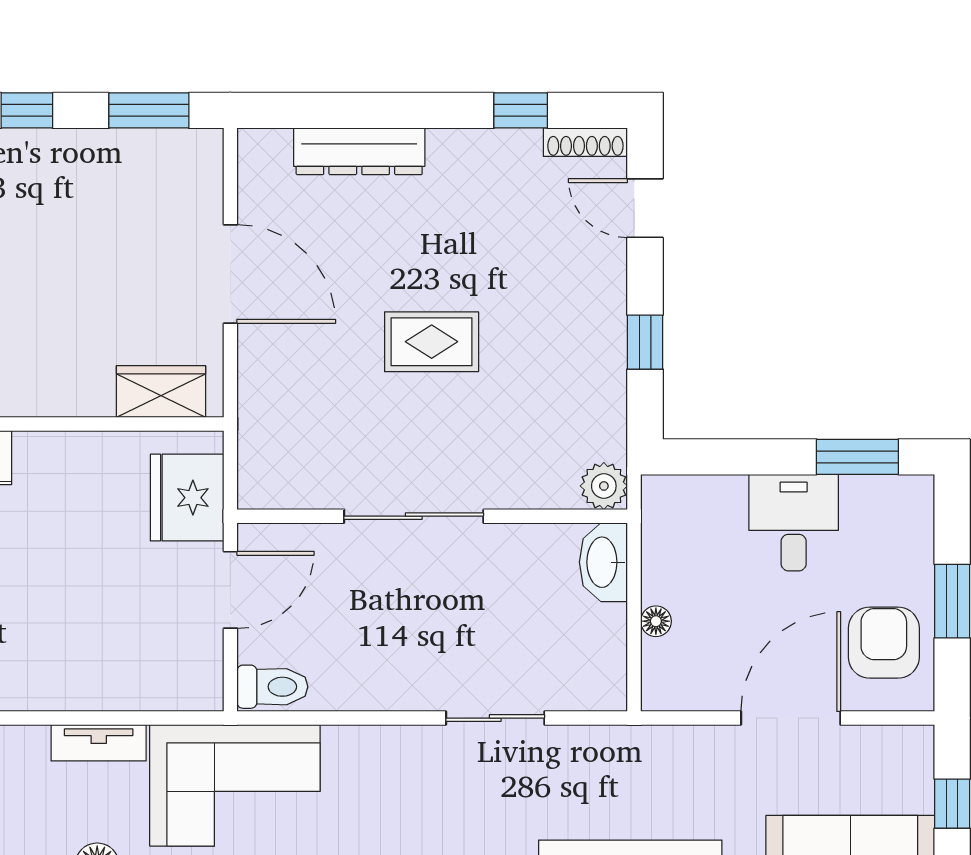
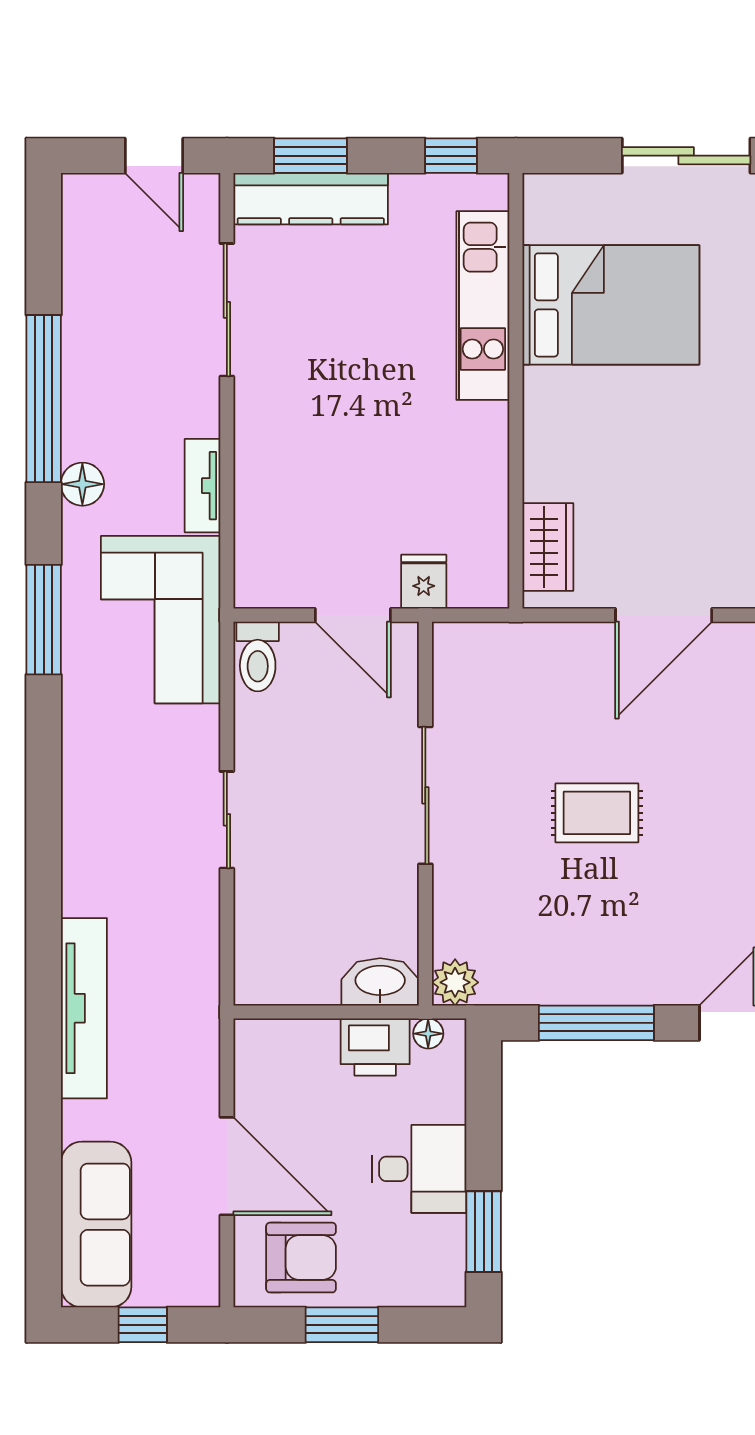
rug: (432, 342) -> (597, 813), turned 90
window: (645, 342) -> (596, 1023), width x2.17
fridge: (187, 498) -> (424, 582), width x0.53, depth x0.75
printer: (670, 567) -> (375, 1047), added
floor lamp: (656, 621) -> (428, 1034), moved
sliding door: (495, 718) -> (227, 820), moved

